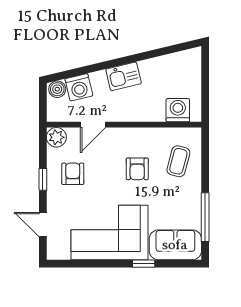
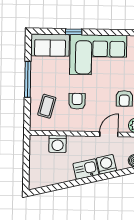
washing machine: (79, 87) -> (106, 164), moved
washing machine: (178, 110) -> (58, 144), moved
window: (205, 217) -> (28, 79), moved

